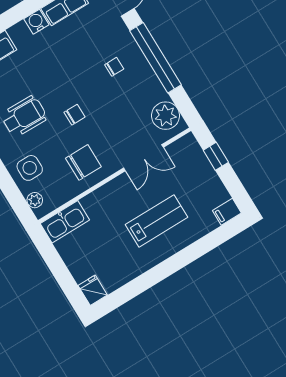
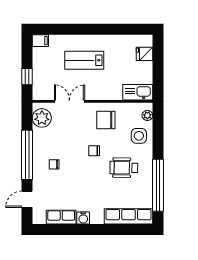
fridge: (93, 290) -> (144, 54), moved, turned 90

